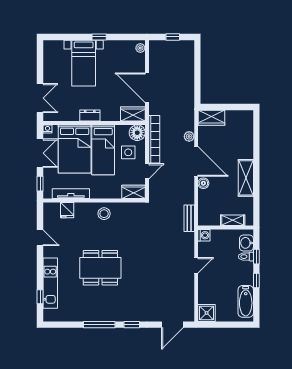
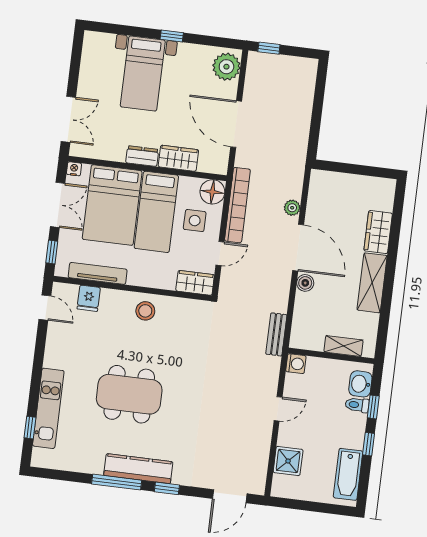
window: (173, 37) -> (269, 48), moved
plant: (140, 48) -> (226, 67), width x1.87, depth x1.87
wardrobe: (133, 114) -> (178, 158), moved
wardrobe: (211, 118) -> (378, 232), moved, turned 90
door: (40, 238) -> (45, 308), moved
shower: (207, 313) -> (288, 461), moved
kitchen counter: (112, 314) -> (138, 469), added

